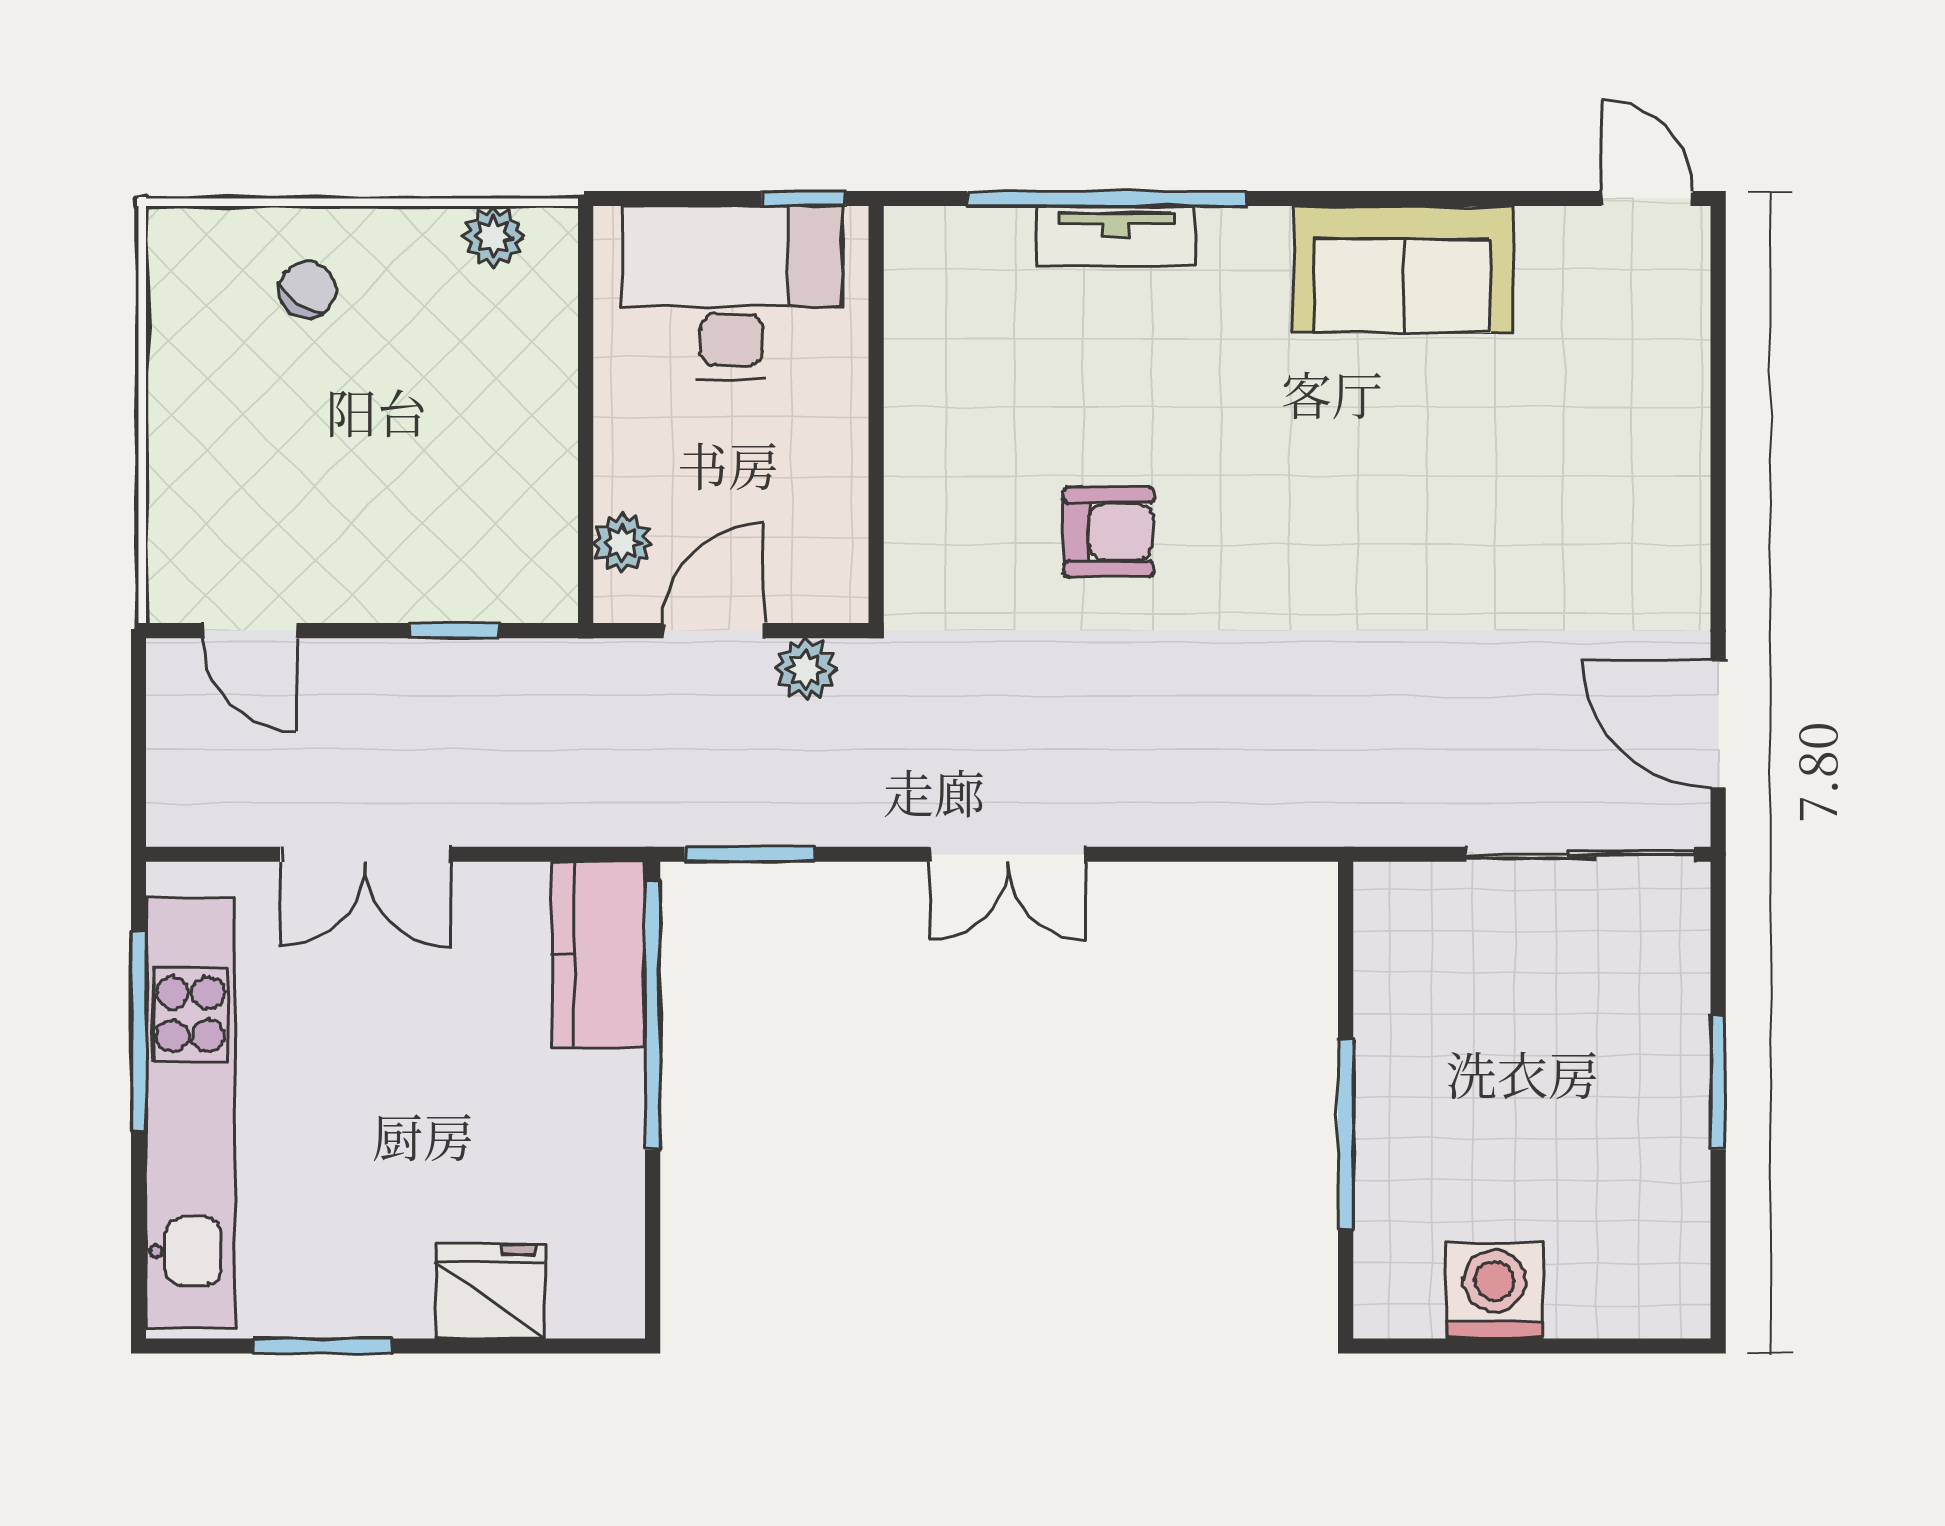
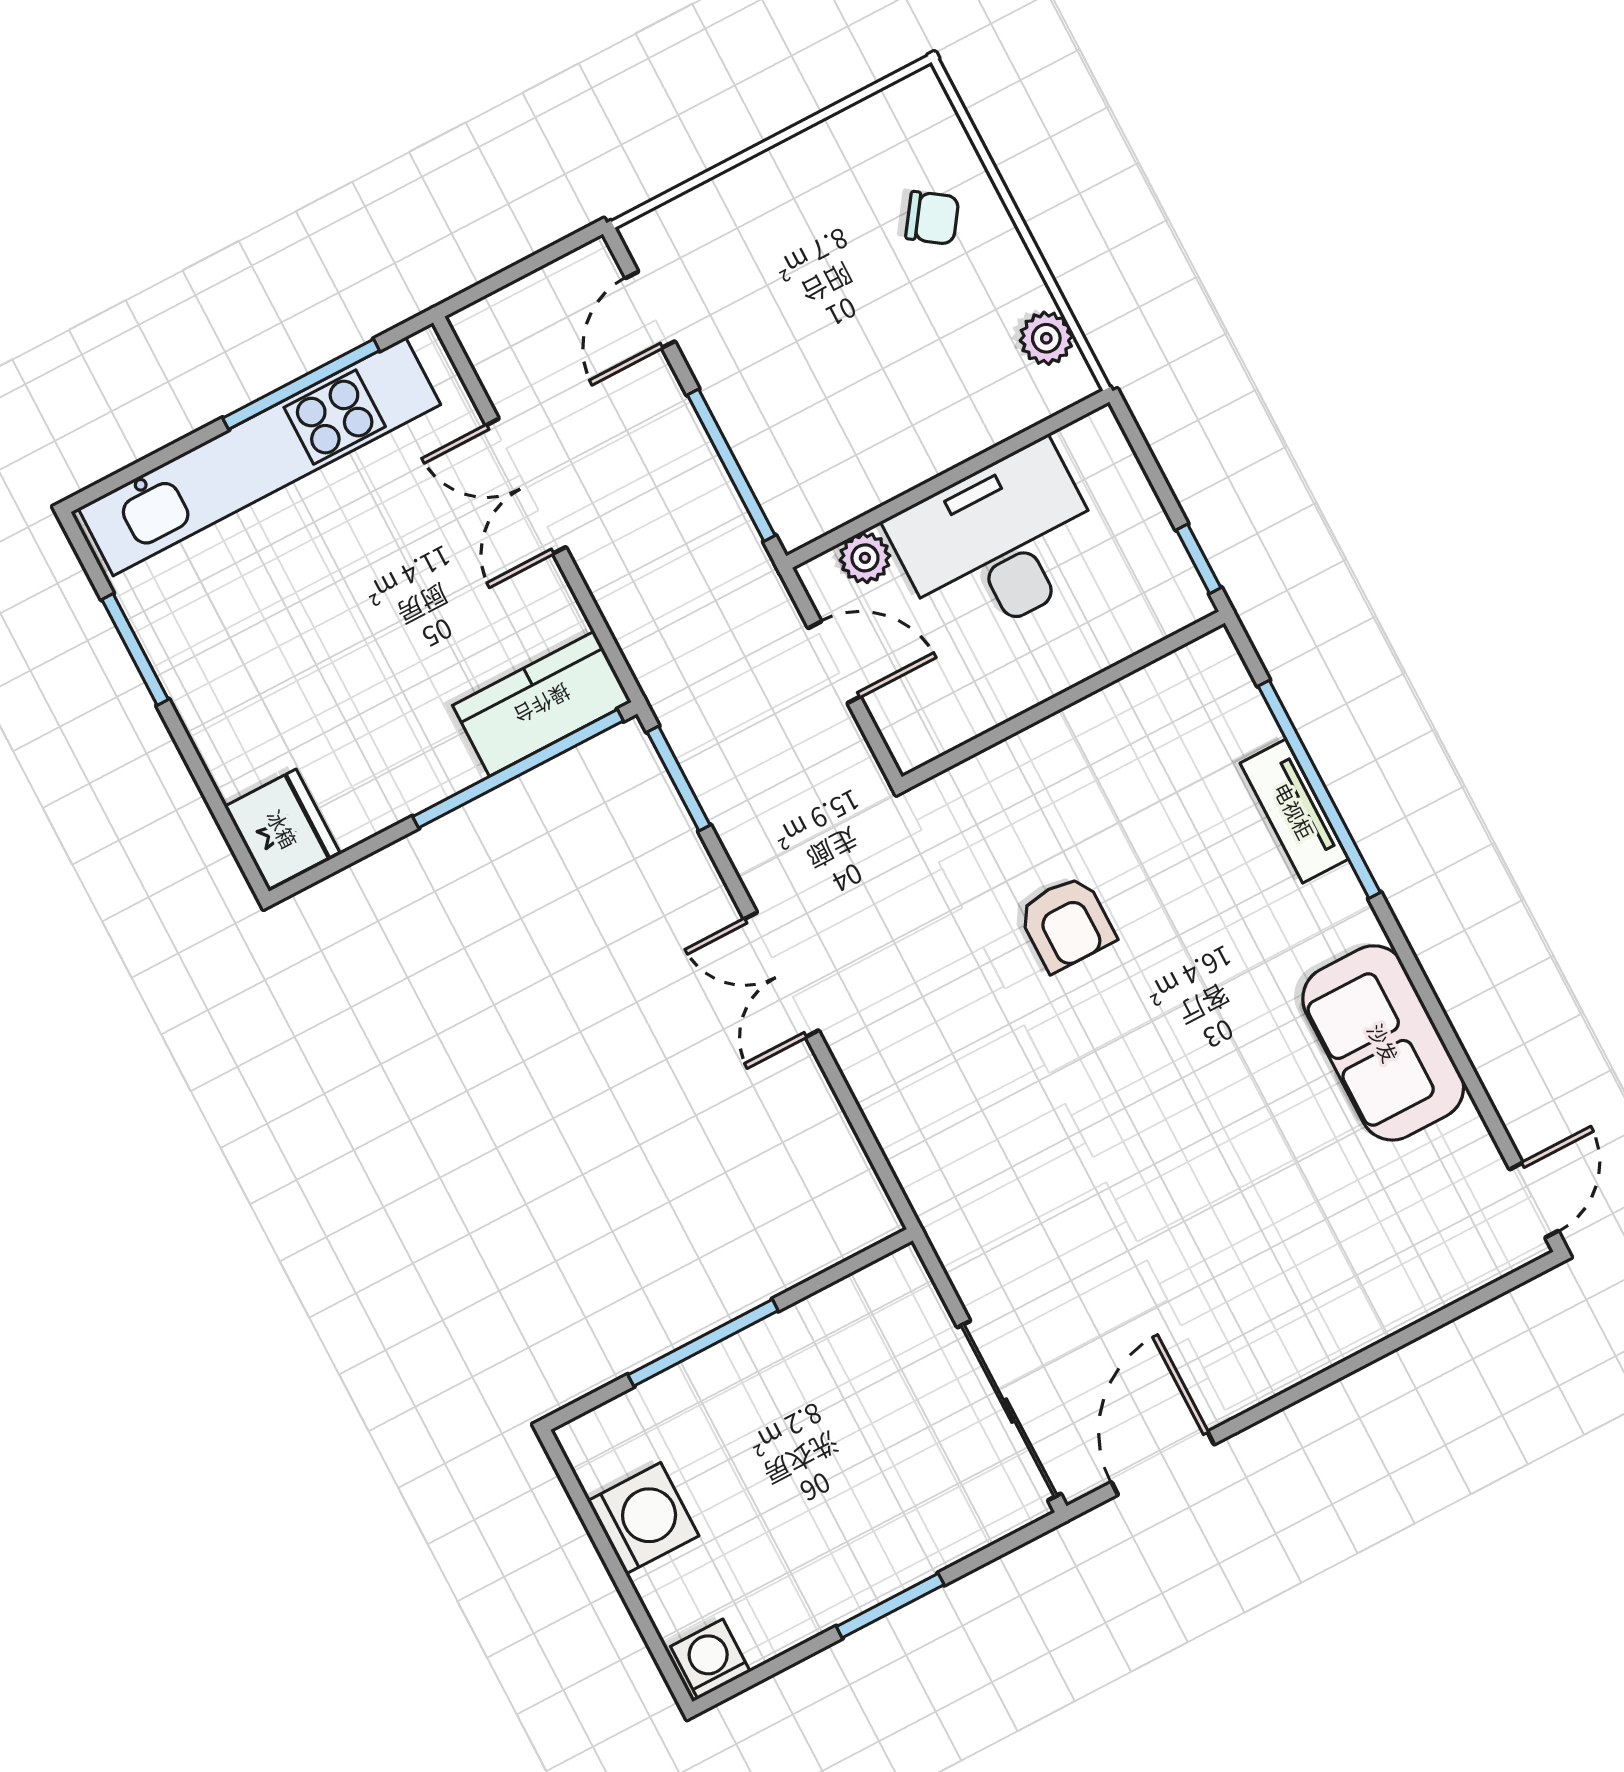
desk: (731, 293) -> (999, 544), moved, turned -90
window: (454, 631) -> (731, 465), width x2.17
plant: (806, 669) -> (842, 748), removed
fridge: (490, 1291) -> (282, 829), moved
washing machine: (1676, 1297) -> (710, 1659), added

